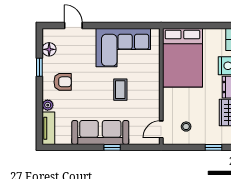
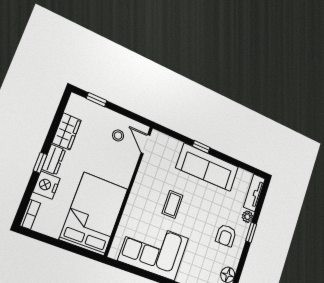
window: (39, 67) -> (251, 232), moved
armchair: (63, 82) -> (226, 235), turned -90
door: (161, 129) -> (146, 144), swing flipped

